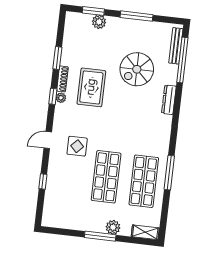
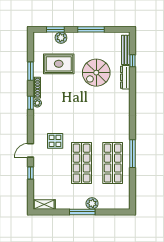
window: (182, 60) -> (132, 61), width x0.32
rug: (91, 87) -> (59, 64), moved, turned 90
dresser: (169, 100) -> (125, 77), moved
door: (48, 140) -> (31, 150), moved
shelving: (145, 232) -> (44, 204), moved

